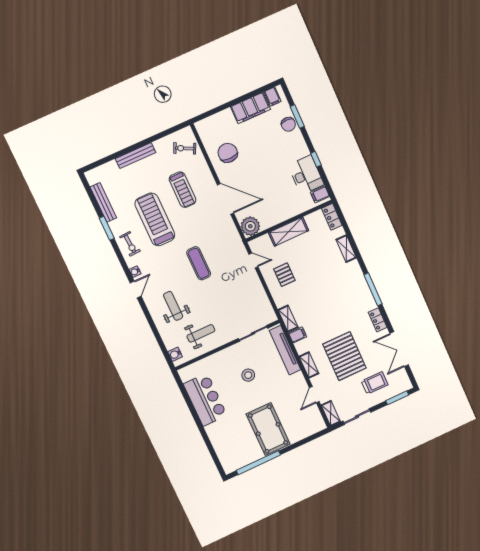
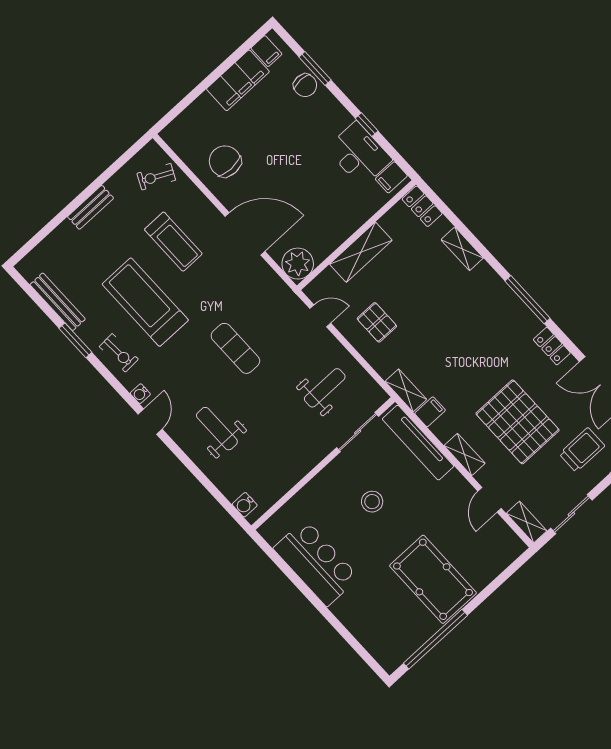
bench: (136, 156) -> (91, 207), width x0.73
weight bench: (201, 333) -> (325, 388), moved

